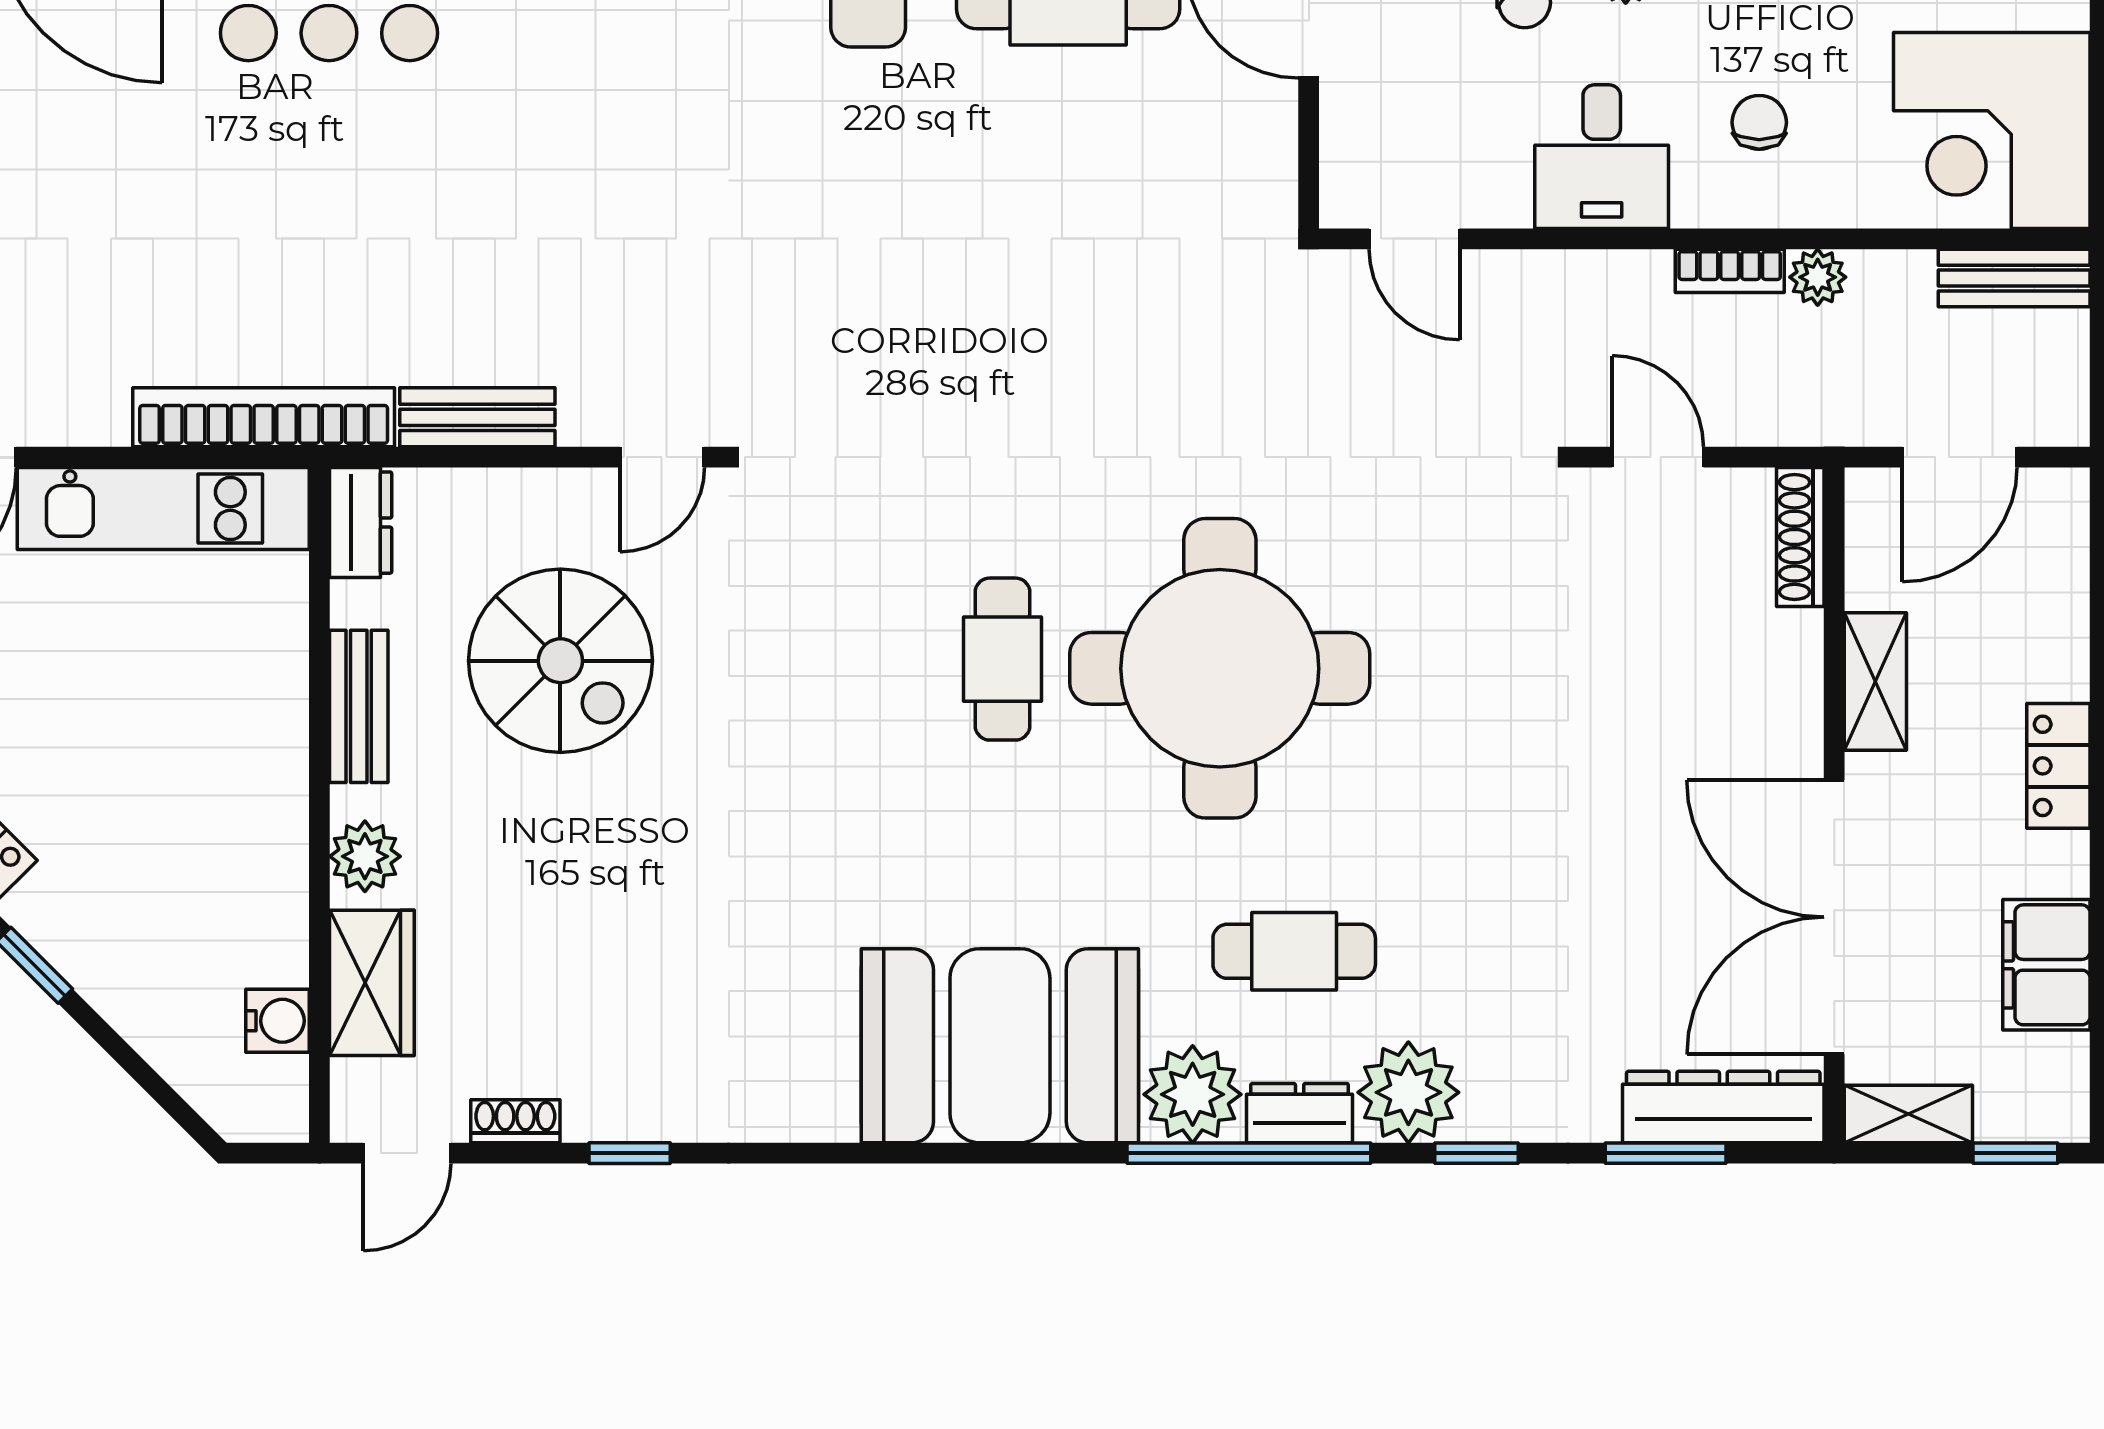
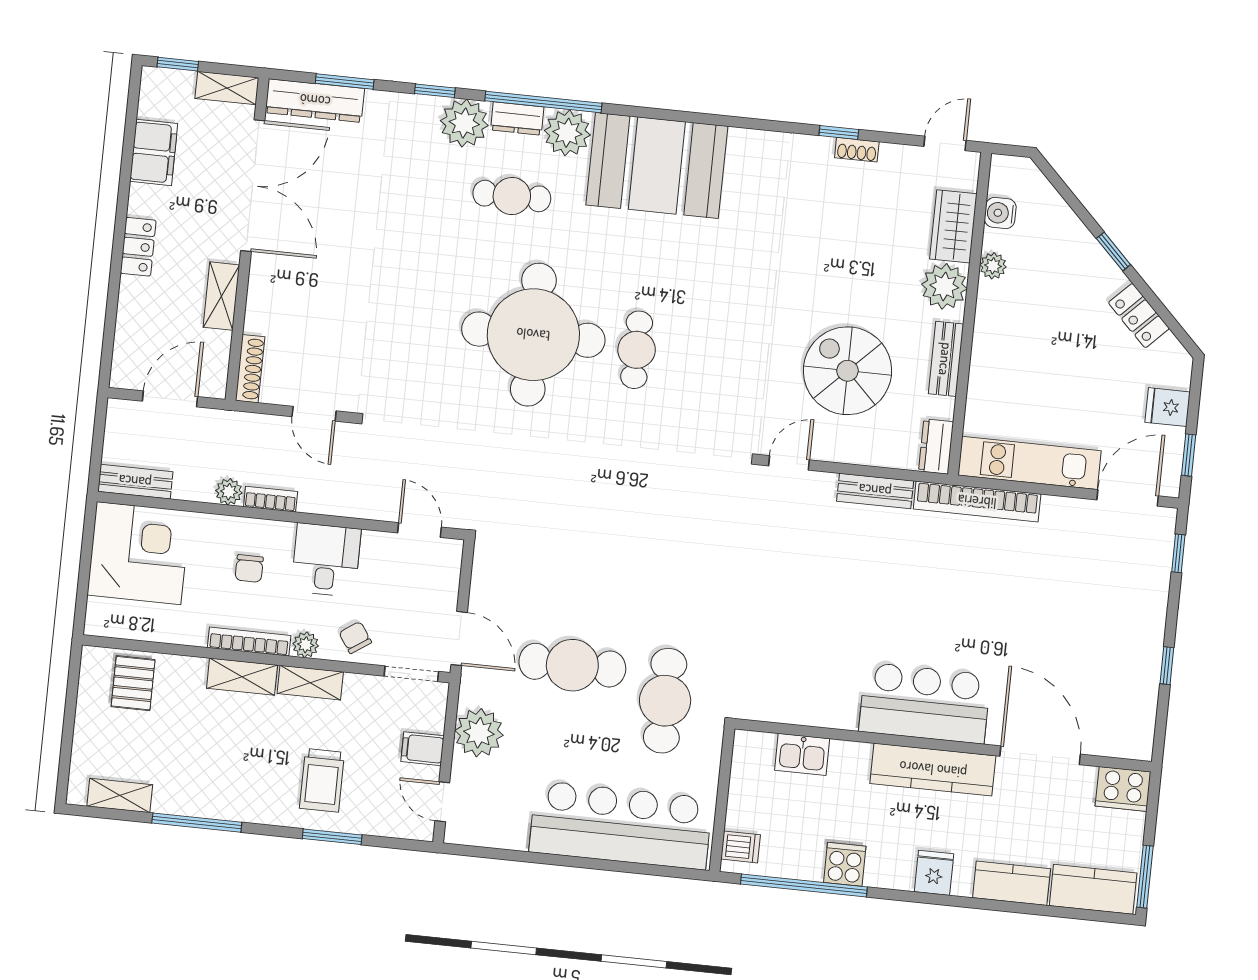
plant: (365, 856) -> (944, 286), width x1.36, depth x1.36
plant: (281, 910) -> (993, 266), added
shoe rack: (515, 1121) -> (857, 150), moved

